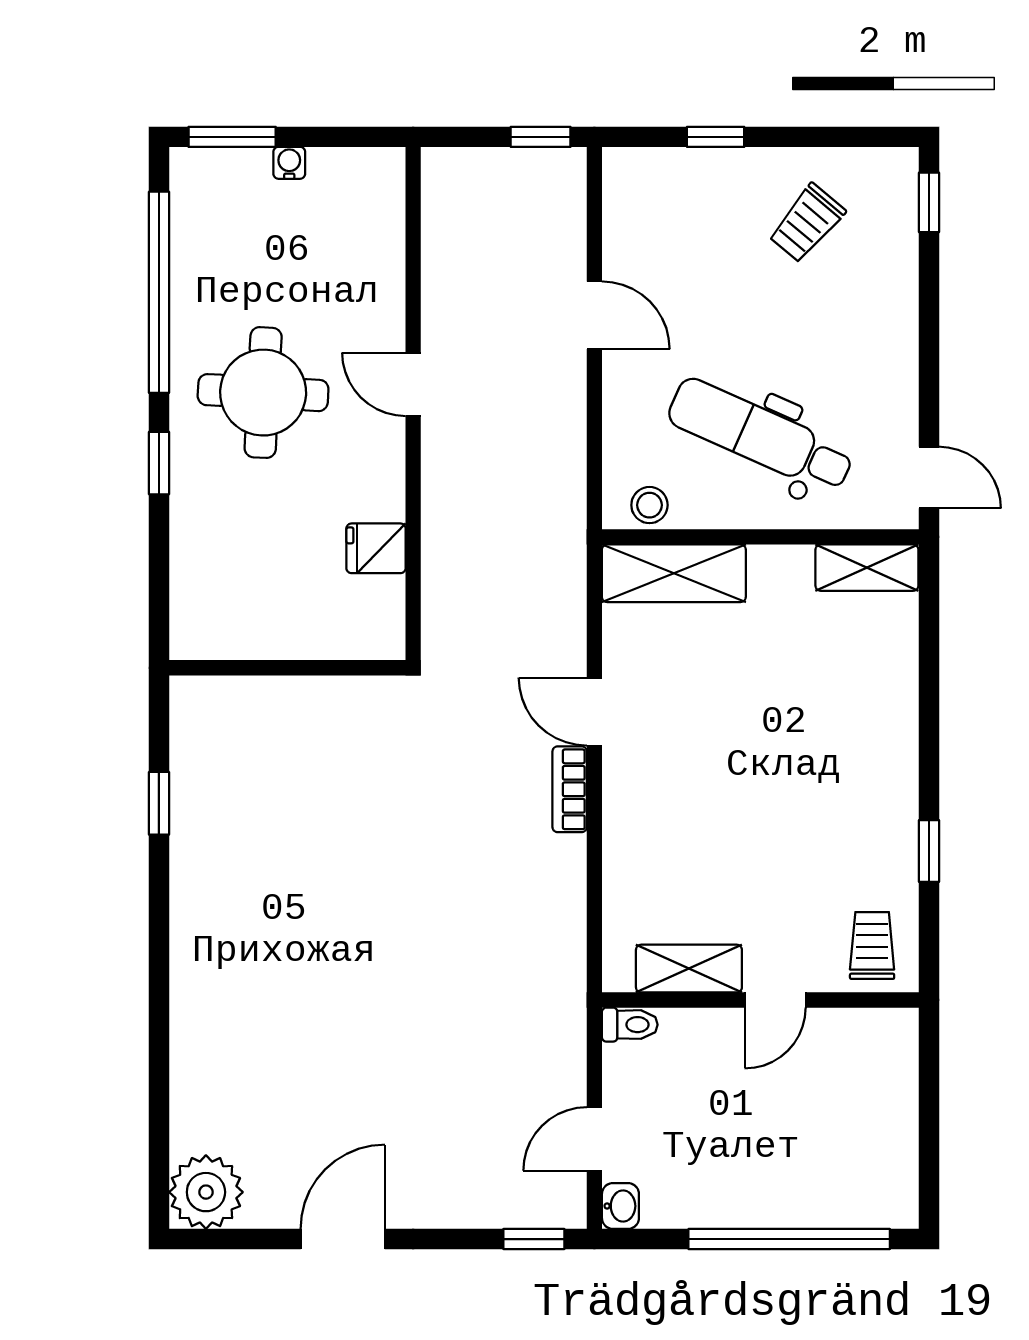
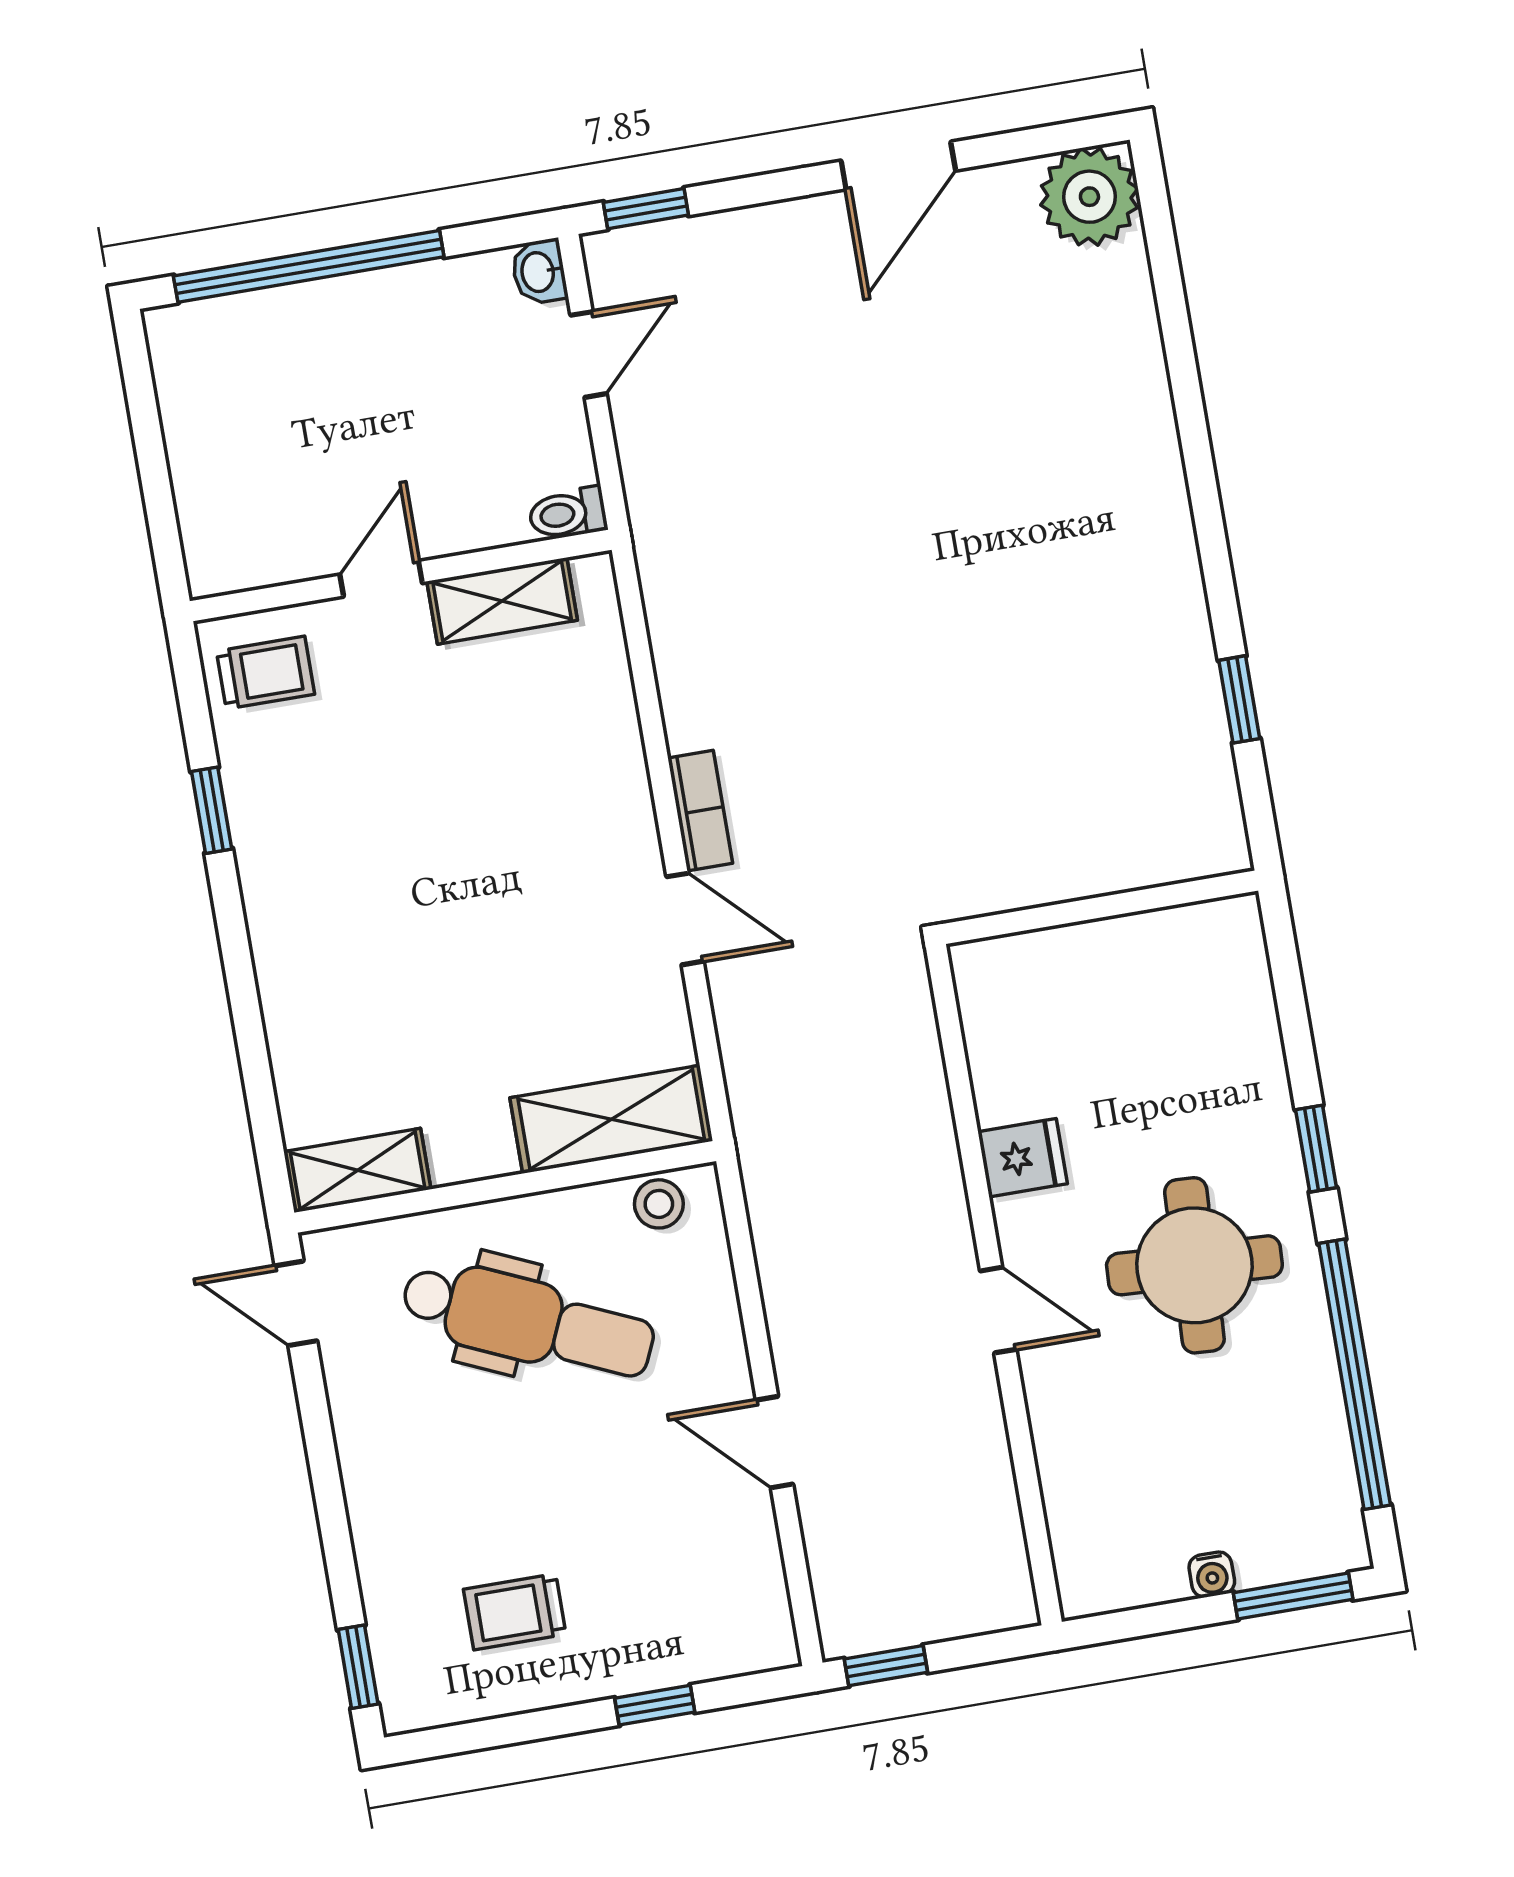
trolley: (807, 223) -> (515, 1612), turned -130
fridge: (376, 548) -> (1023, 1158), moved
trolley: (872, 946) -> (266, 673), turned -90

